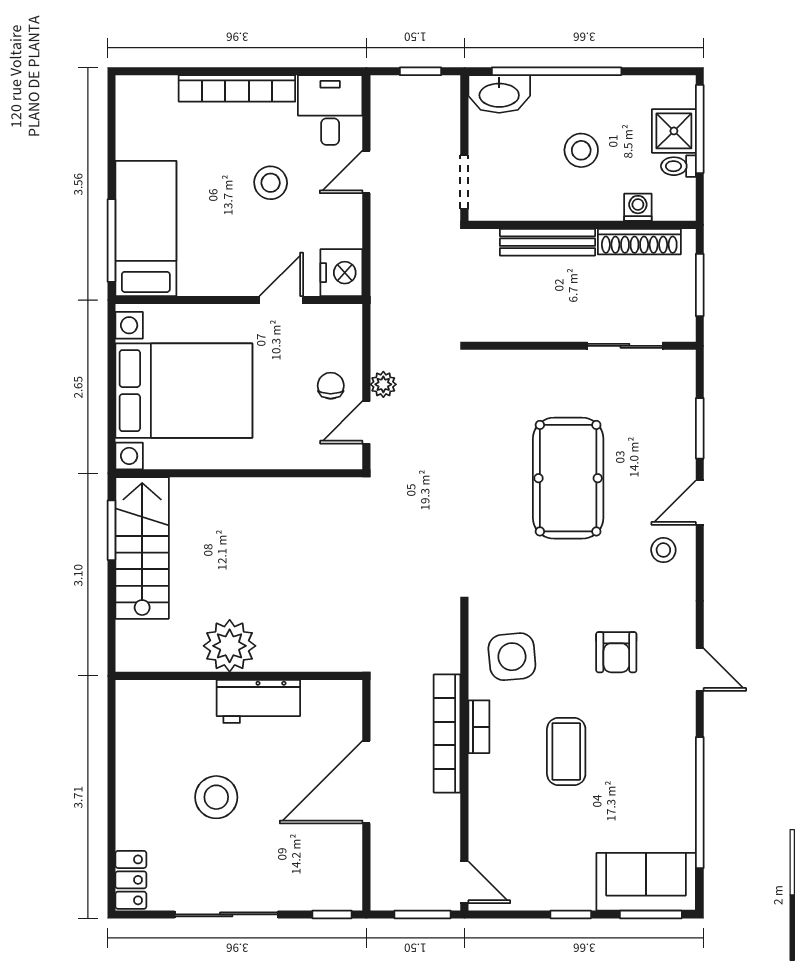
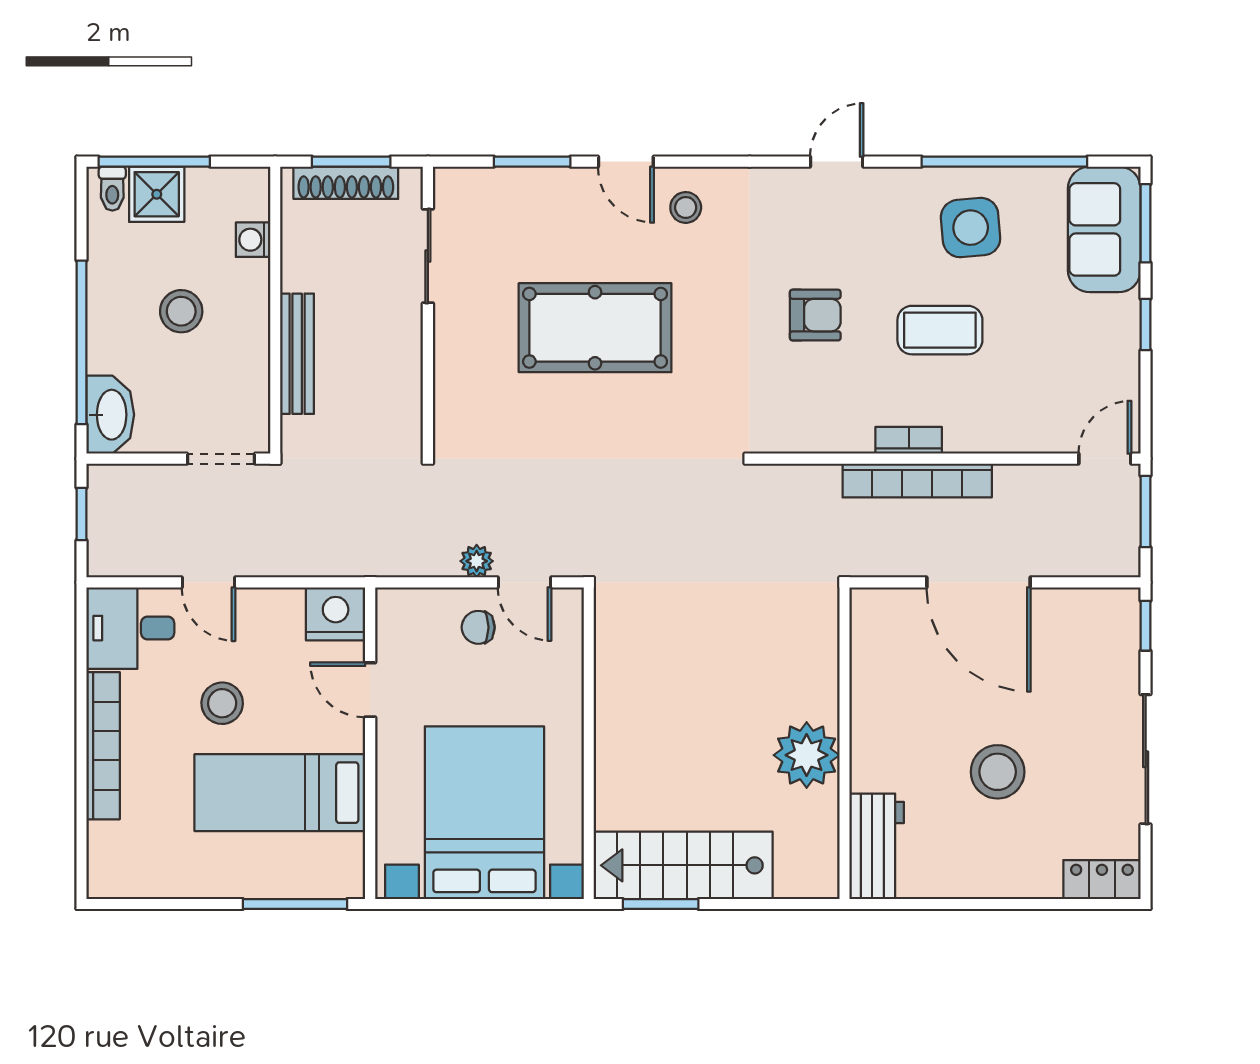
toilet: (678, 166) -> (112, 189), moved
bed: (146, 228) -> (280, 793), moved
shoe rack: (639, 242) -> (346, 183), moved, turned 90
armchair: (616, 652) -> (815, 315), moved
side table: (512, 657) -> (971, 228), moved
workbench: (258, 701) -> (877, 846), moved

